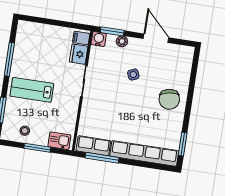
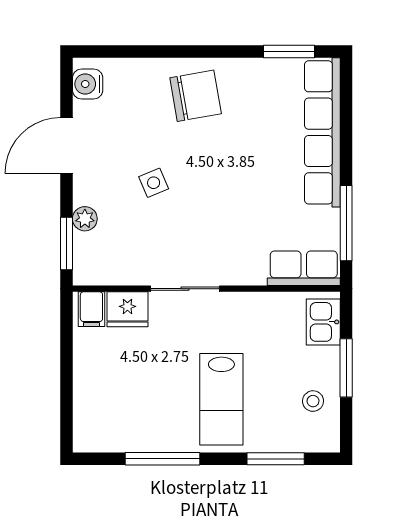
water cooler: (99, 39) -> (88, 84), moved
row of seats: (93, 146) -> (304, 268), moved, turned 90

